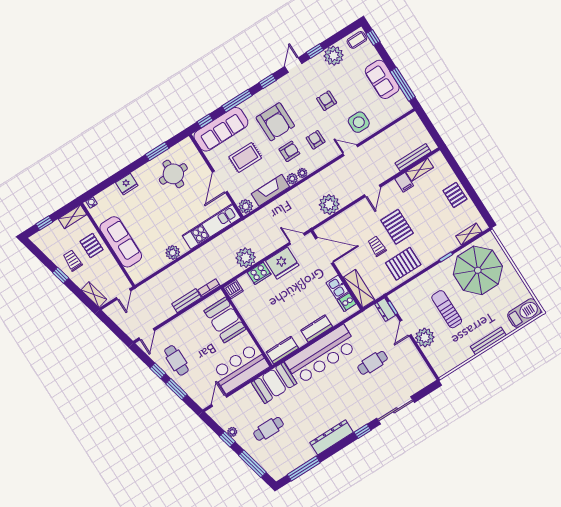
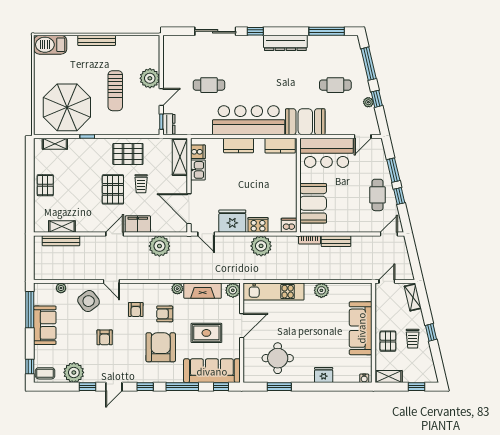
side table: (359, 122) -> (89, 301), turned -37
plant: (302, 173) -> (61, 288), moved
filing cabinet: (404, 182) -> (138, 224), moved, width x2.00

